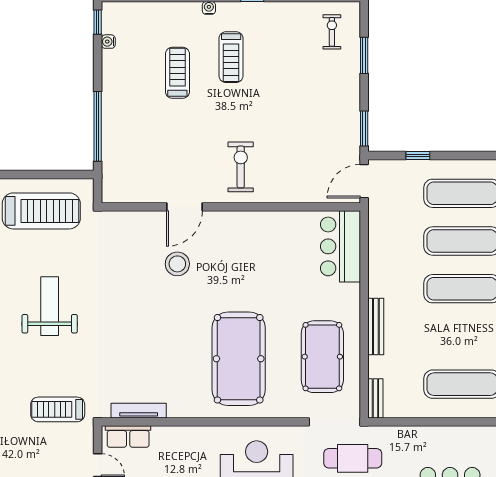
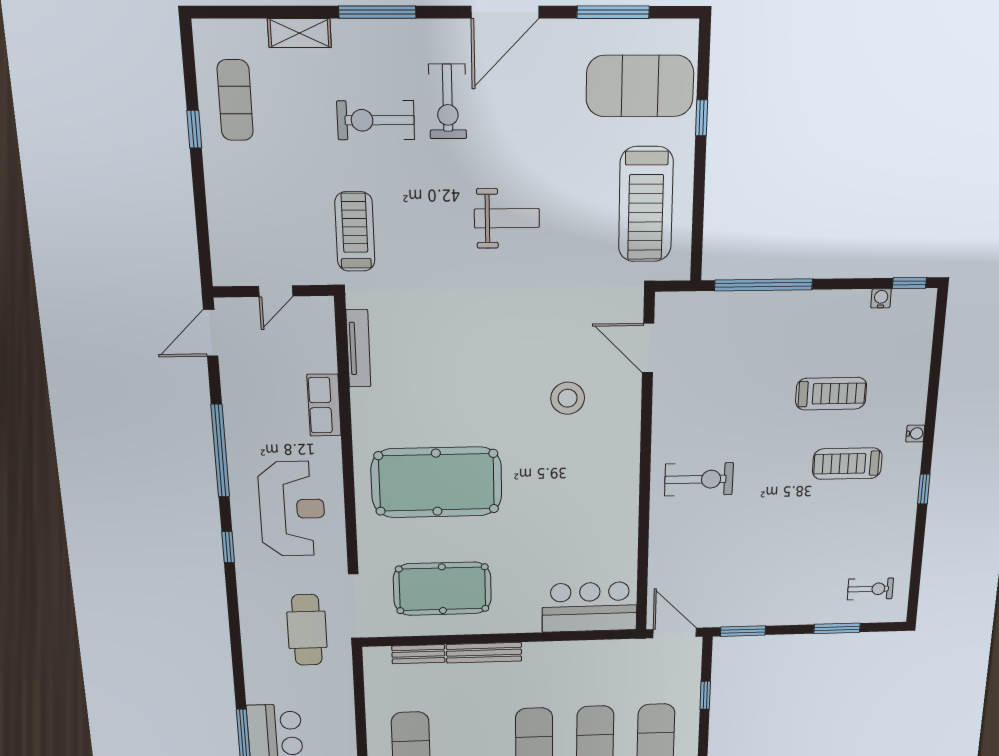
door: (184, 207) -> (648, 348), moved
weight bench: (50, 306) -> (507, 218), width x0.73, depth x0.75
bench: (375, 398) -> (418, 654), moved
row of seats: (128, 437) -> (324, 405), moved

